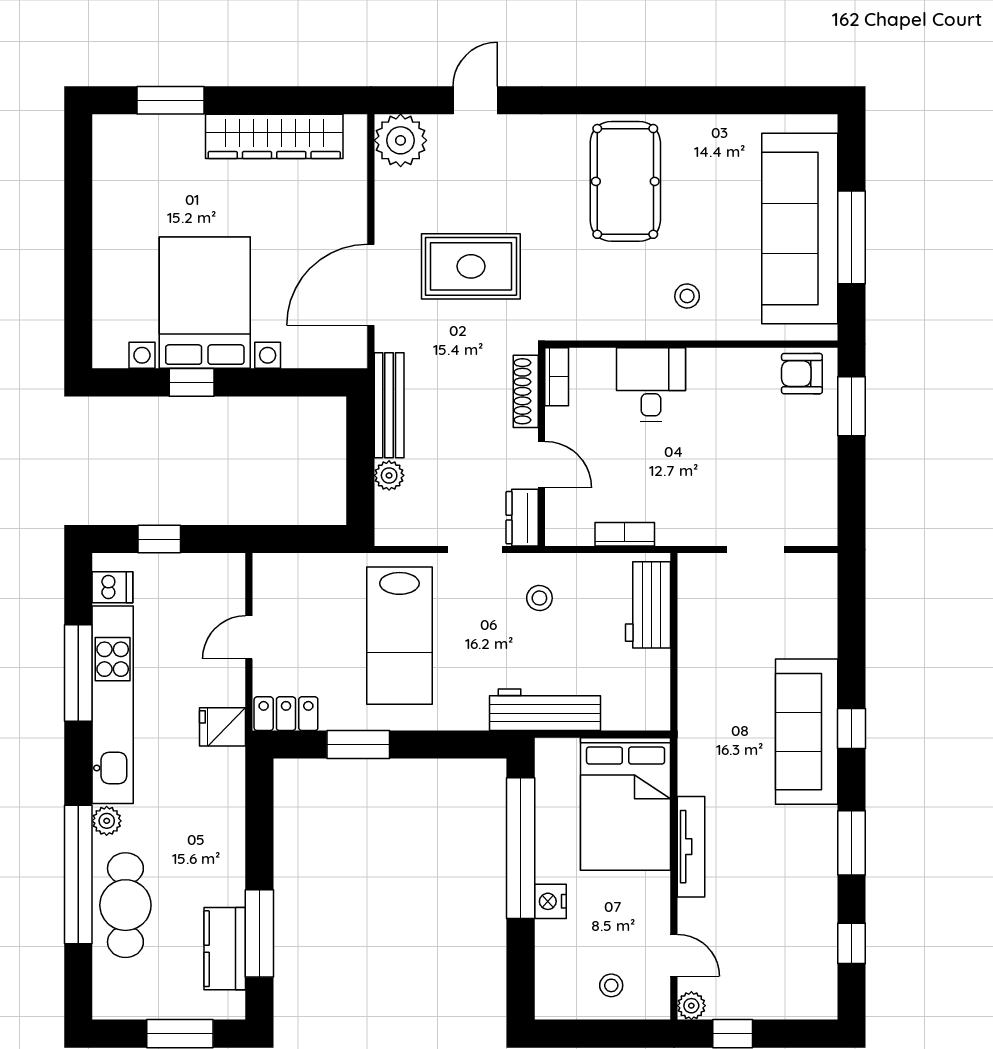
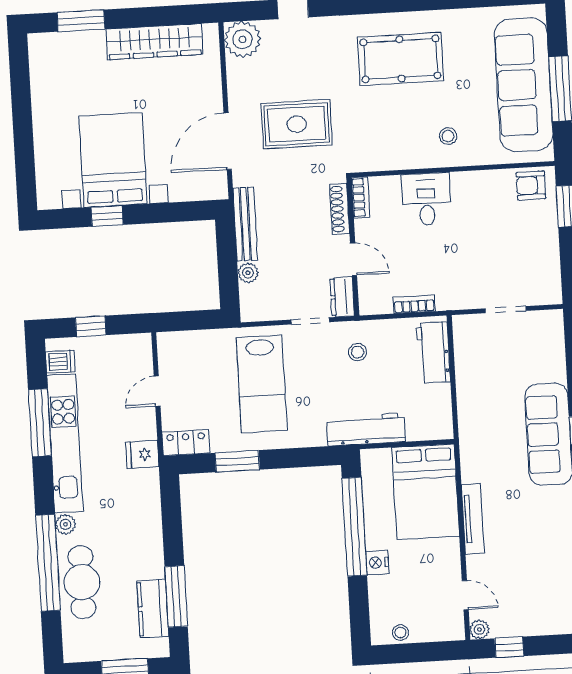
pool table: (625, 181) -> (400, 59), turned 90
stool: (611, 985) -> (400, 633), moved

